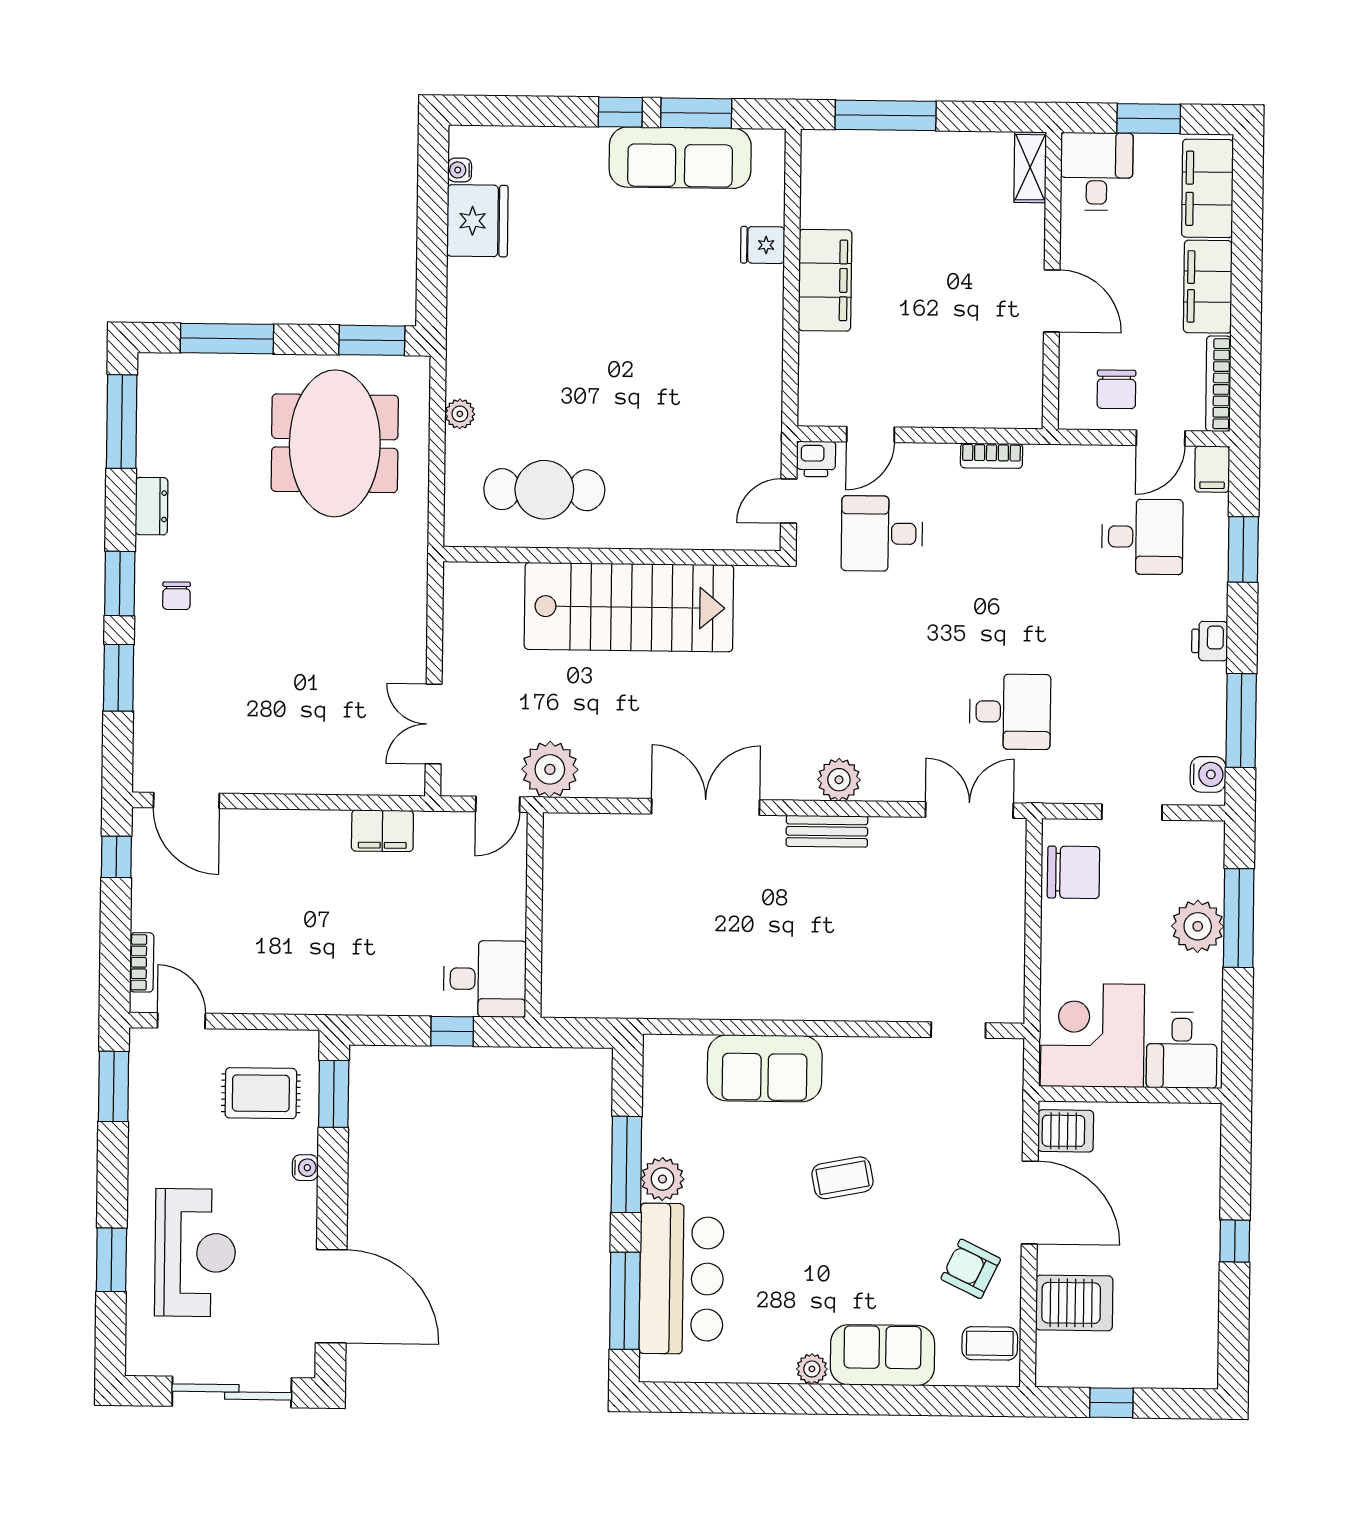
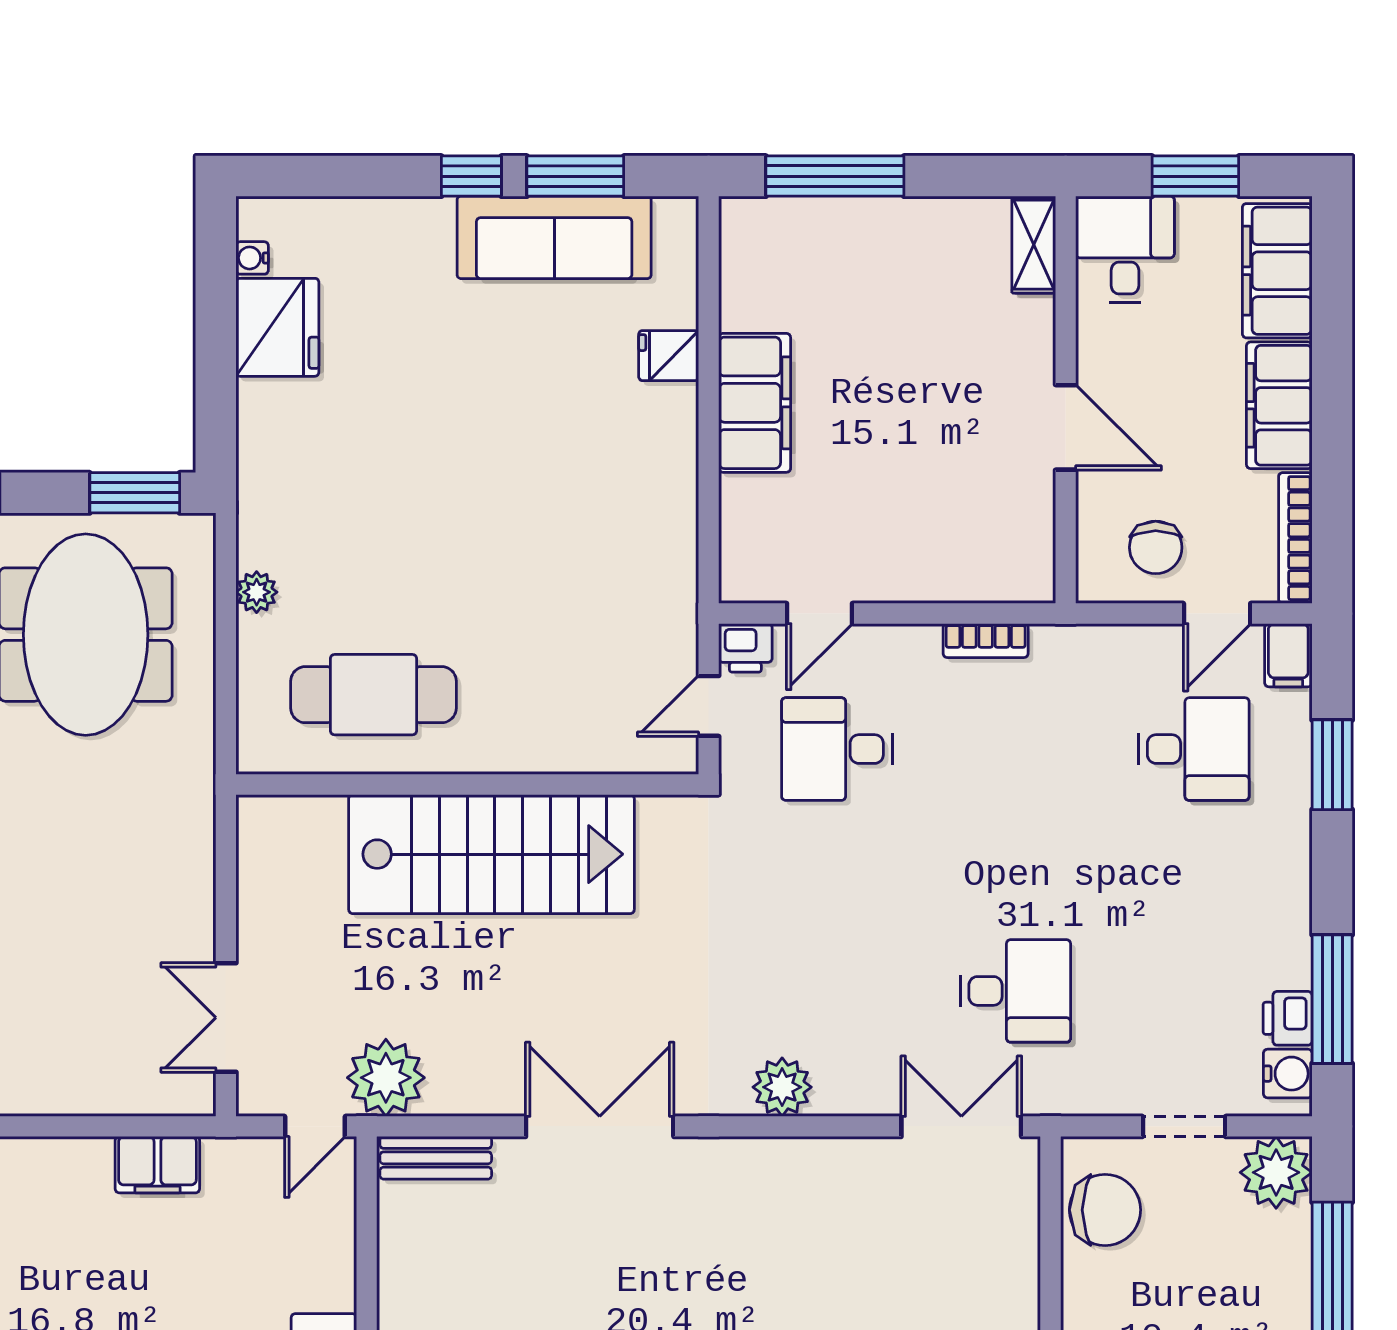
printer: (1210, 641) -> (1288, 1018), moved
bench: (827, 831) -> (436, 1158), moved
plant: (1198, 926) -> (1276, 1172), moved

